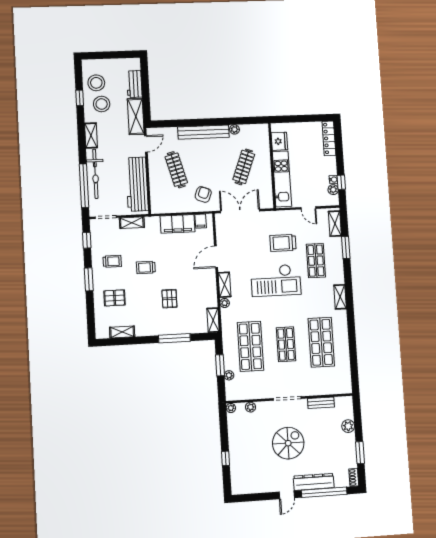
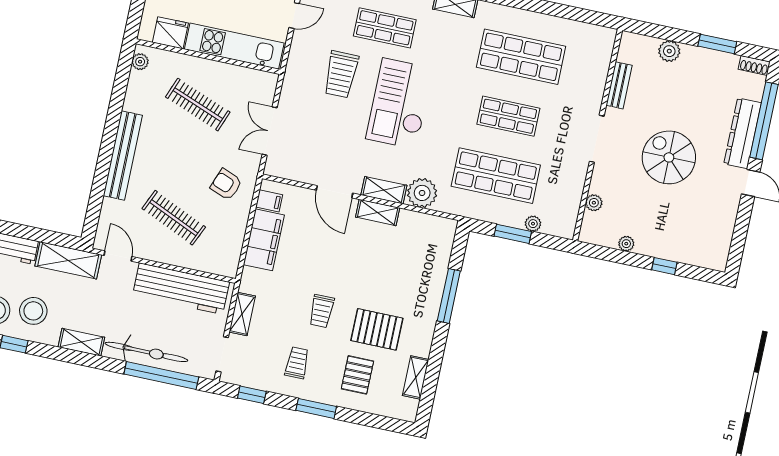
plant: (235, 129) -> (140, 62), moved
clothes rail: (176, 170) -> (174, 218), turned 39
double door: (240, 211) -> (270, 131), width x0.73
checkout: (276, 280) -> (399, 104), turned 180
pallet: (169, 299) -> (377, 329), moved, width x1.50, depth x1.42
plant: (225, 303) -> (422, 193), width x1.87, depth x1.87
shelving: (213, 320) -> (378, 212), moved
plant: (231, 408) -> (626, 244), moved

